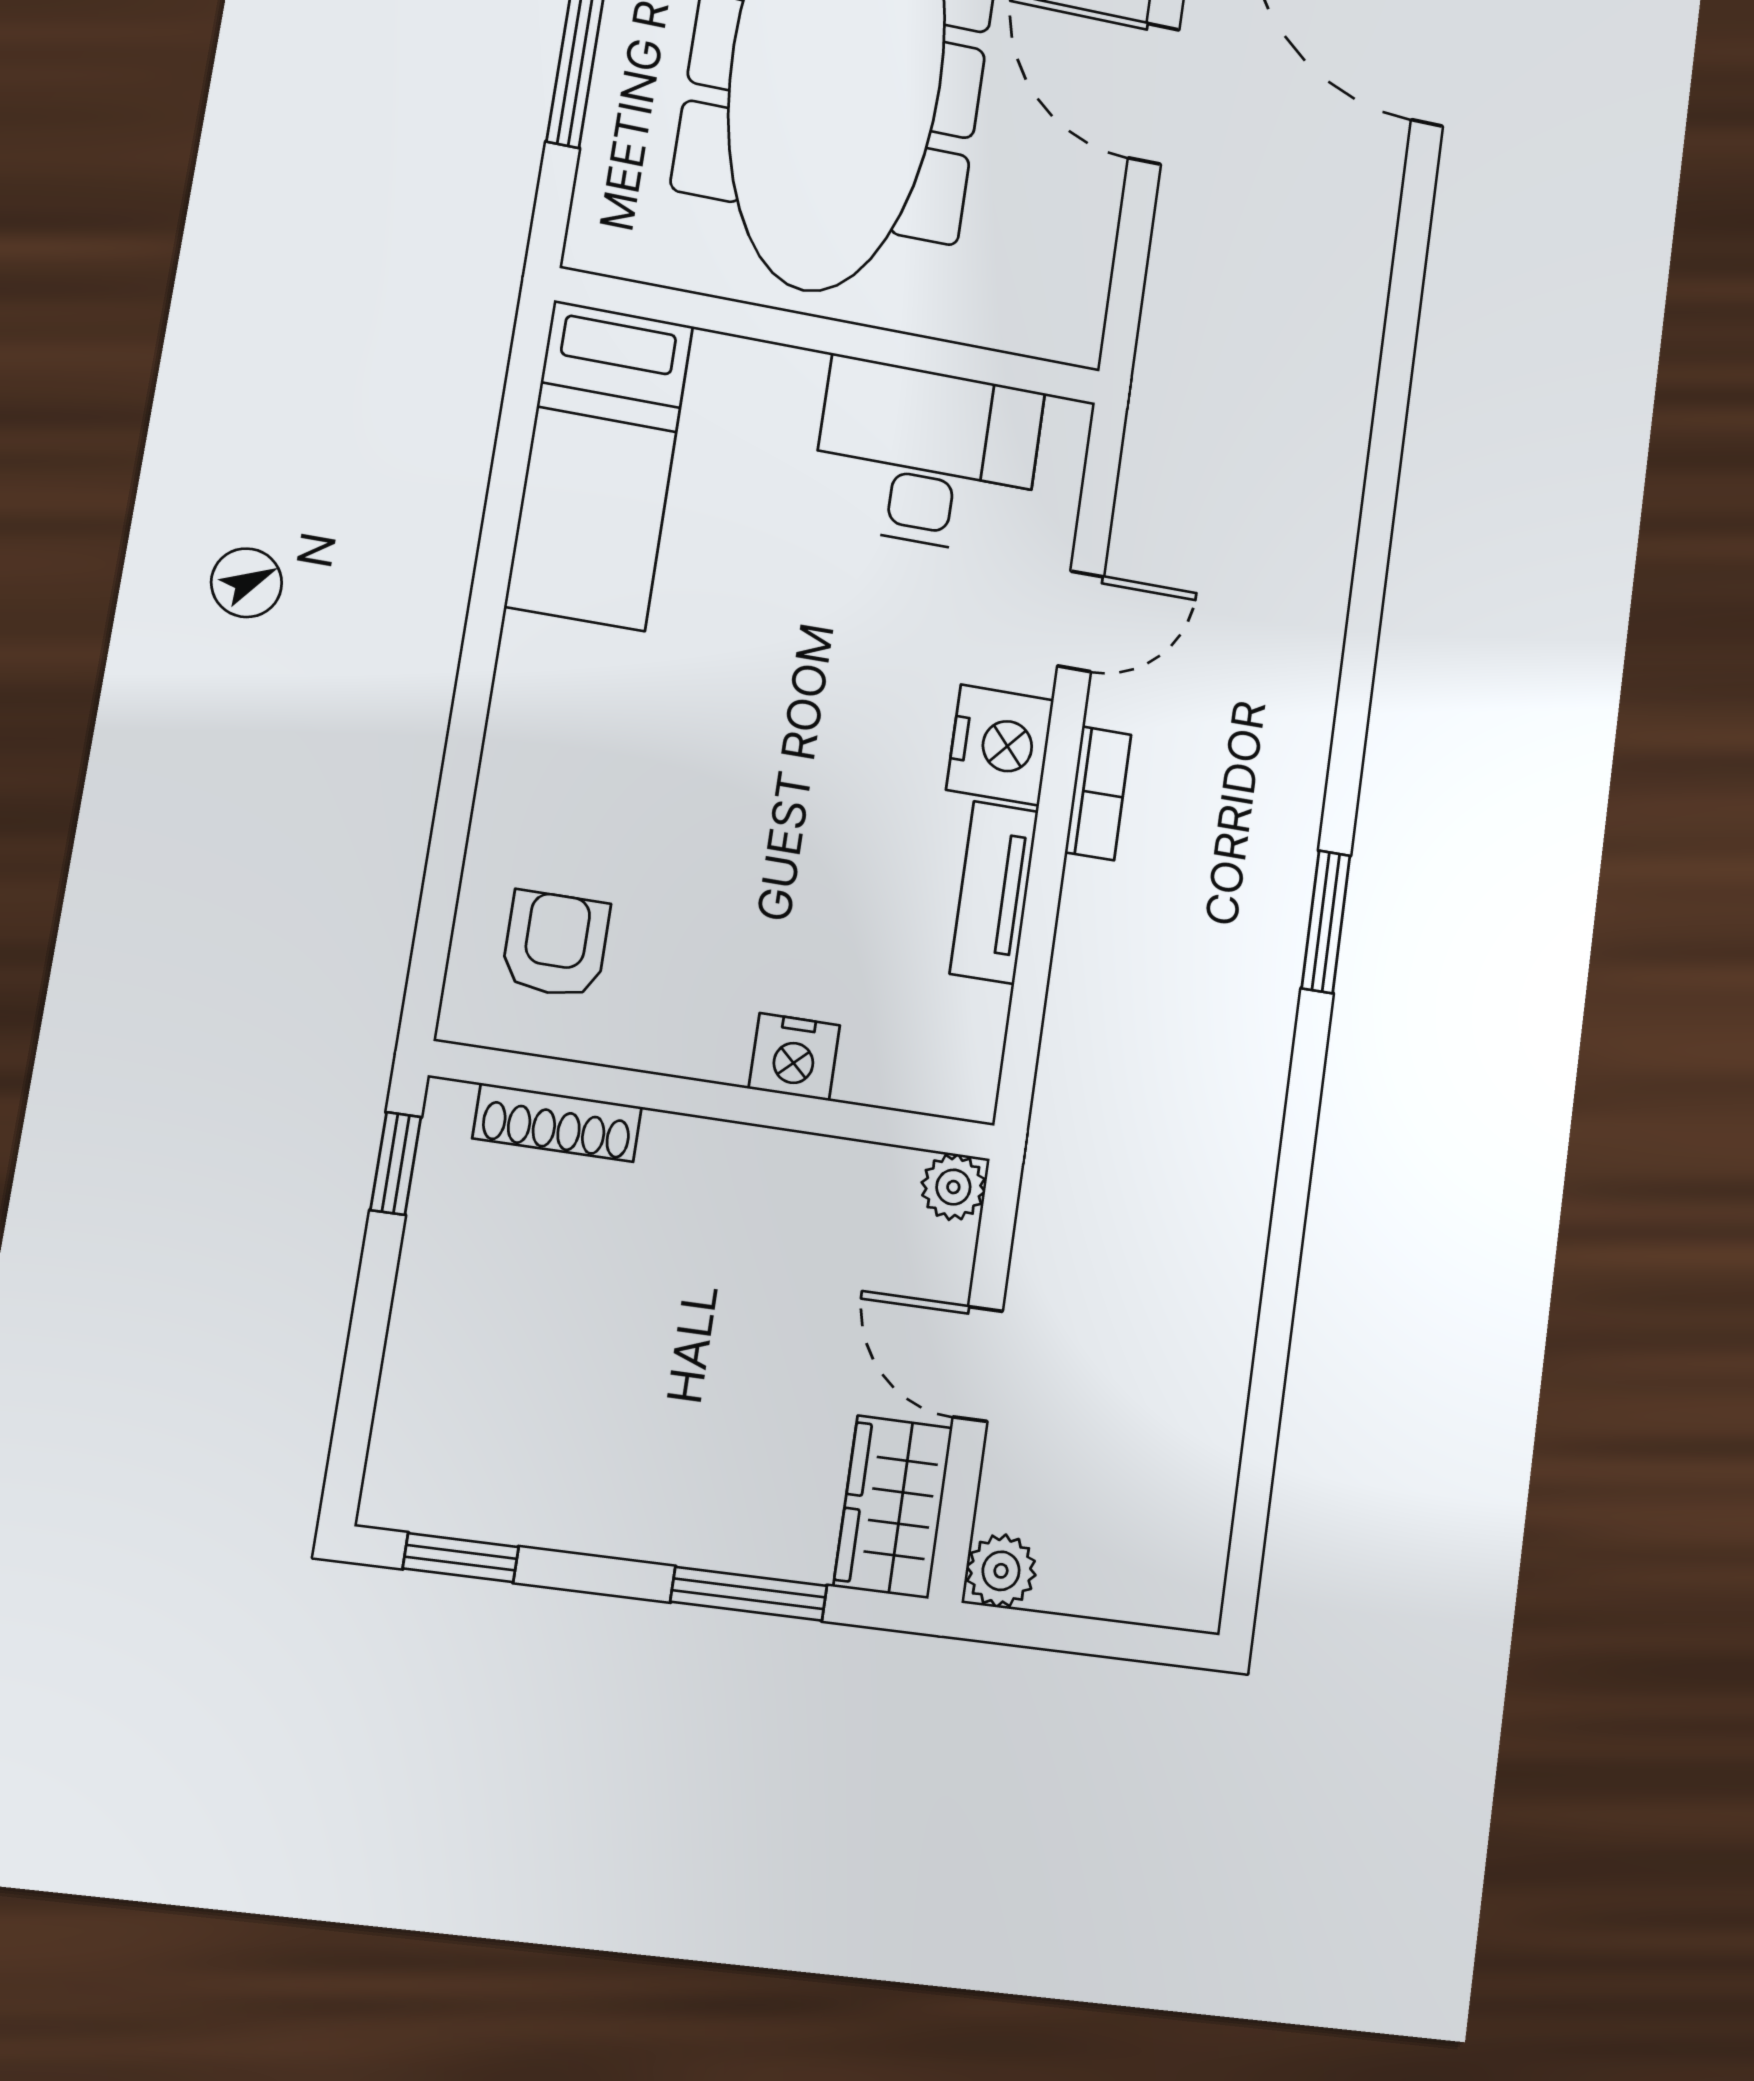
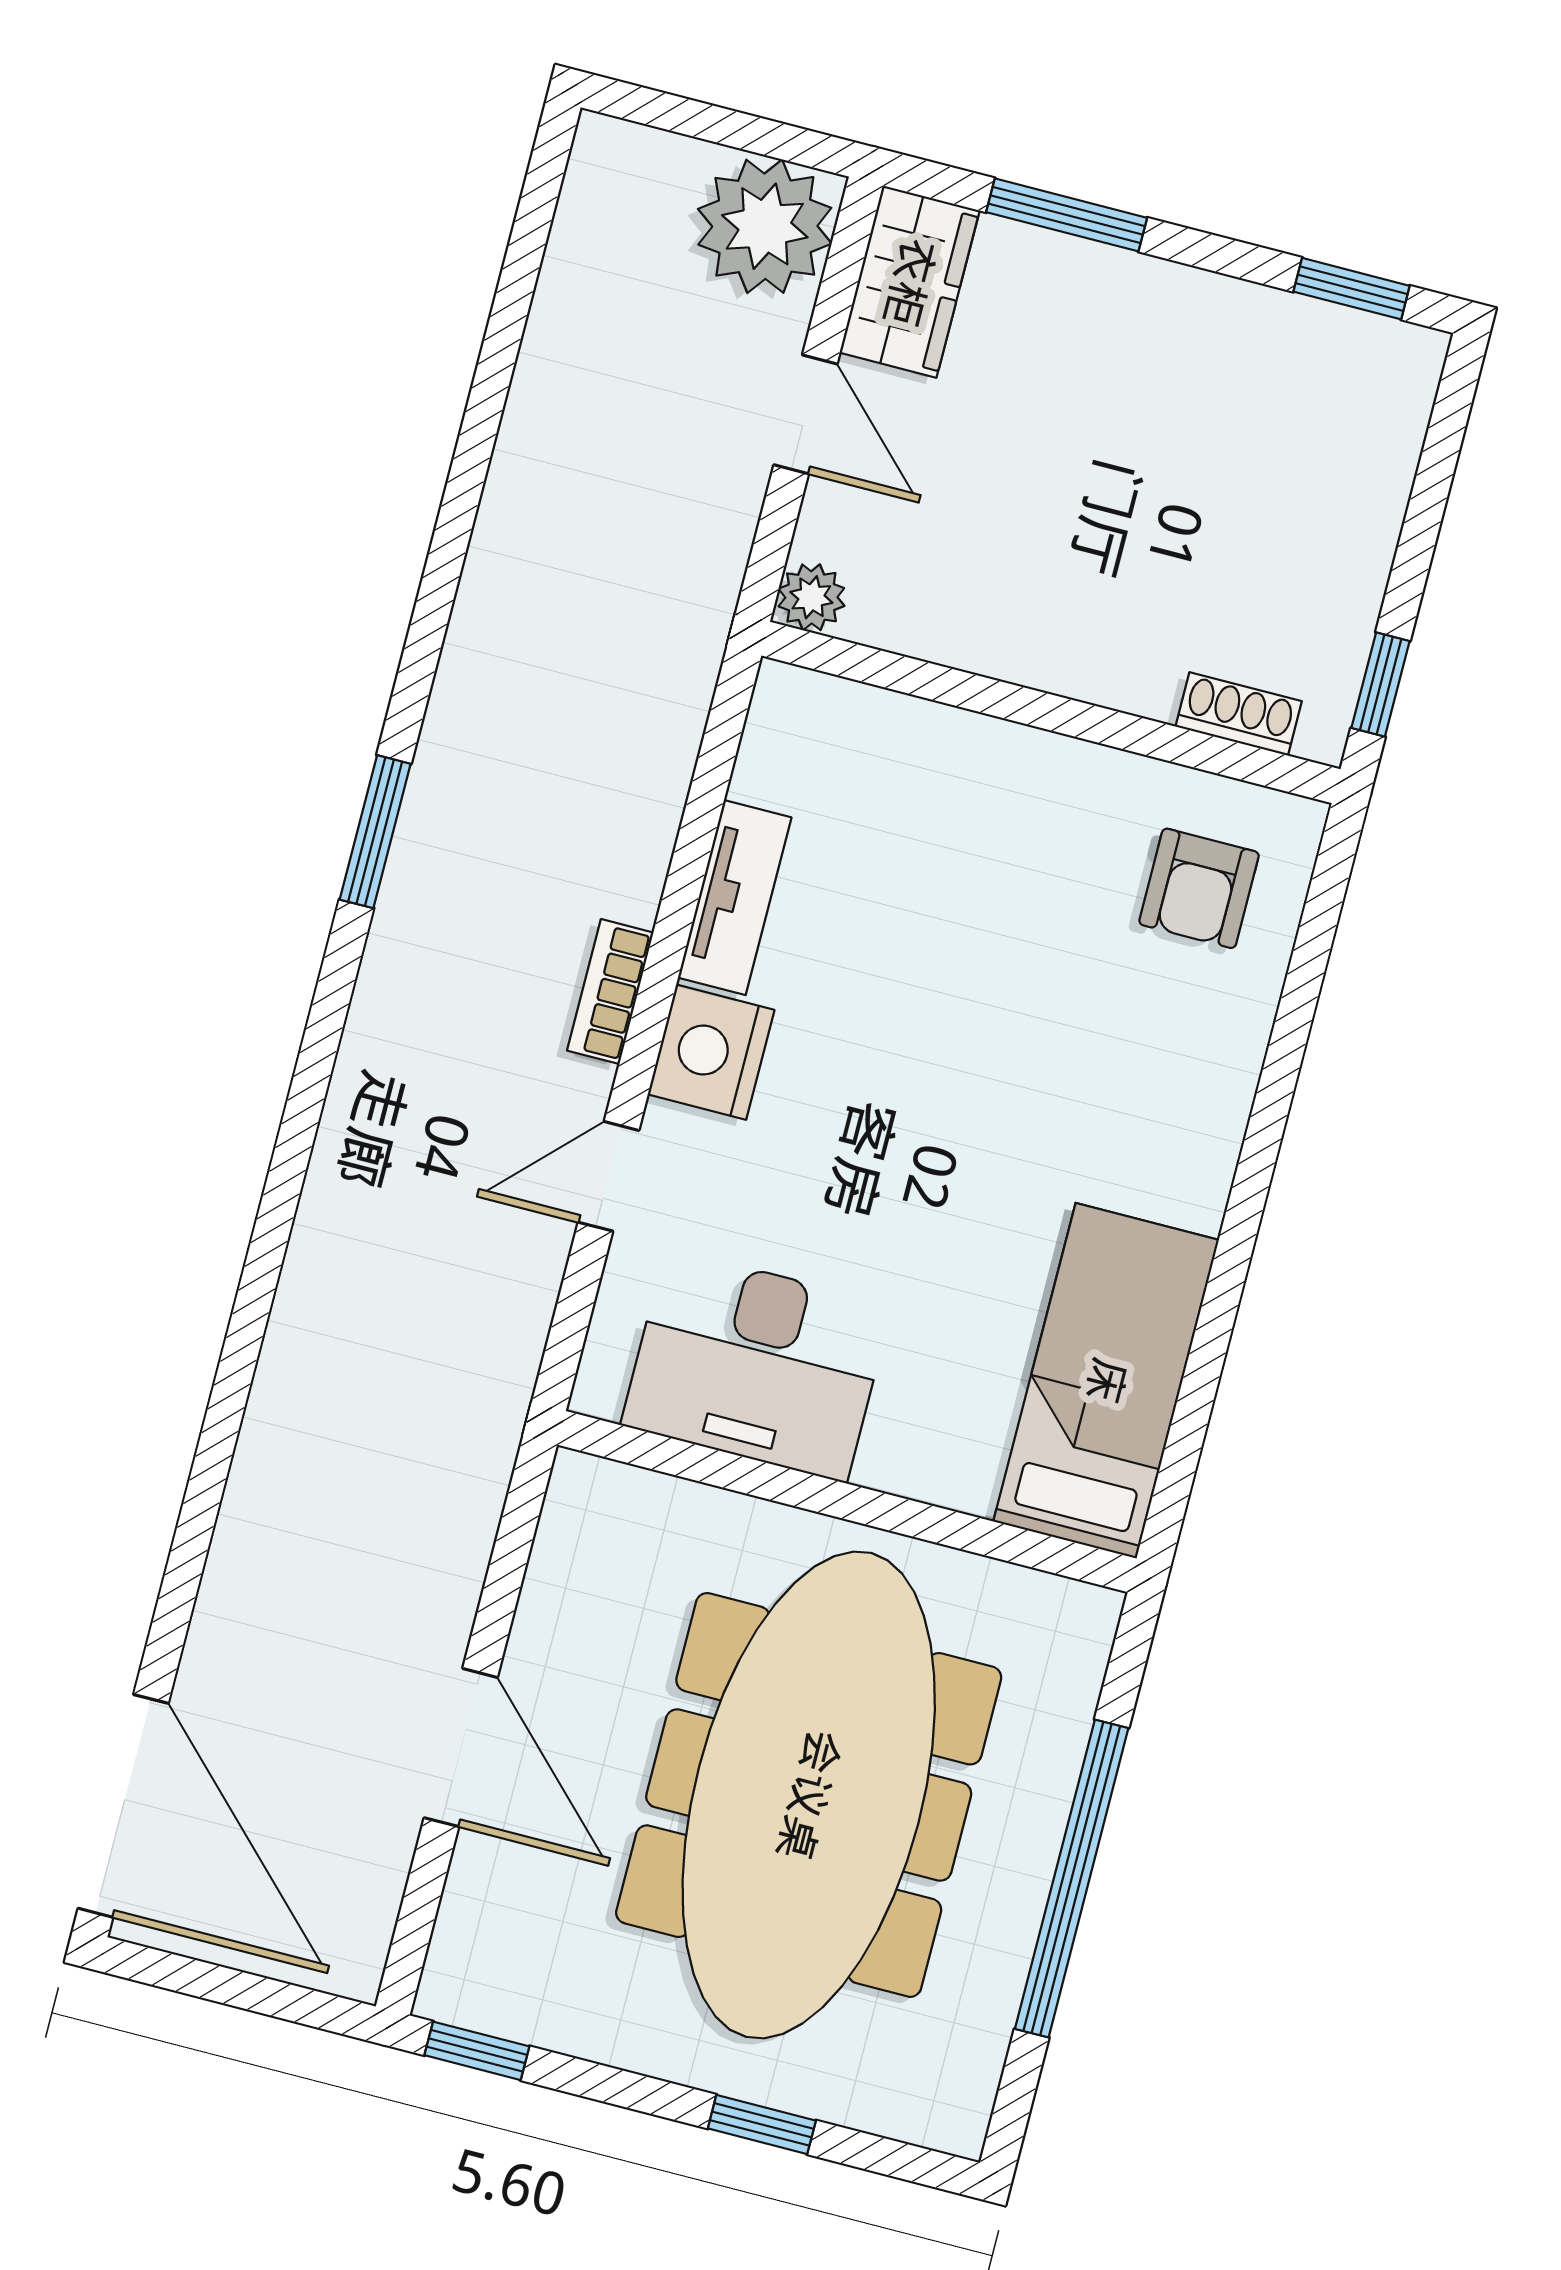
nightstand: (794, 1057) -> (964, 749), removed
shoe rack: (557, 1123) -> (1239, 714), width x0.70
plant: (1001, 1571) -> (765, 226), width x1.87, depth x1.87

